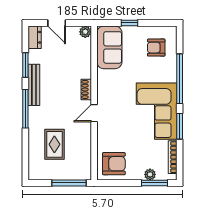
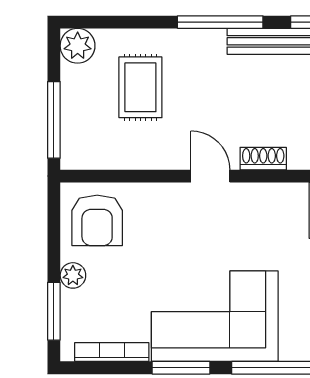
rug: (54, 144) -> (140, 87), turned 90
plant: (36, 172) -> (78, 46), added
plant: (150, 174) -> (73, 275), moved

